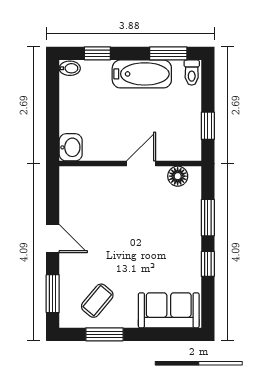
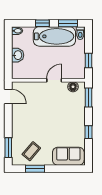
window: (97, 53) -> (42, 23), moved
bathtub: (142, 74) -> (54, 36), width x1.36, depth x1.36
washbasin: (71, 147) -> (18, 55), moved
window: (208, 218) -> (89, 98), moved
door: (53, 239) -> (8, 97), moved

